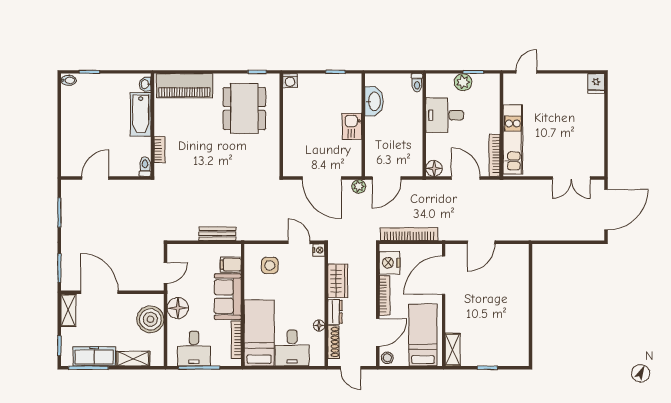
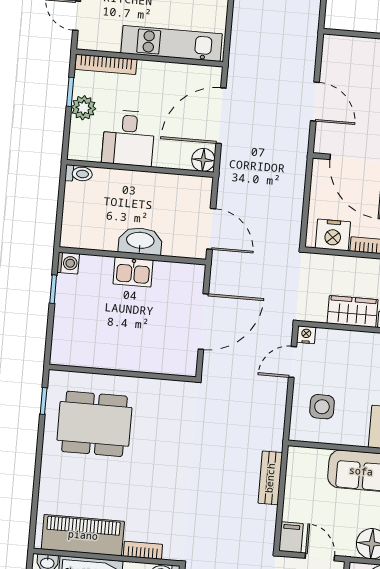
washing machine: (290, 81) -> (68, 263), moved
piano: (184, 86) -> (83, 535), moved, turned -90
washbasin: (374, 101) -> (140, 241), moved
bookcase: (494, 155) -> (106, 64), moved
door: (466, 178) -> (221, 116), width x1.36
plant: (359, 186) -> (220, 270), removed
bookcase: (409, 234) -> (294, 204), removed
filing cabinet: (231, 265) -> (291, 537), moved, turned 180

